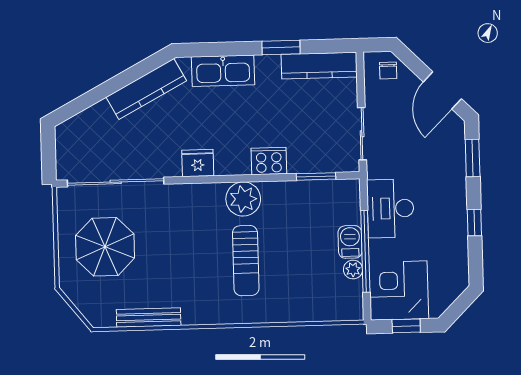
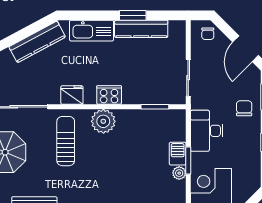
kitchen counter: (319, 66) -> (141, 29), moved
cooker: (269, 161) -> (109, 95), moved
chair: (443, 175) -> (244, 108), added
window: (365, 251) -> (188, 161), width x0.47
sun lounger: (246, 261) -> (66, 141), moved, turned 180

